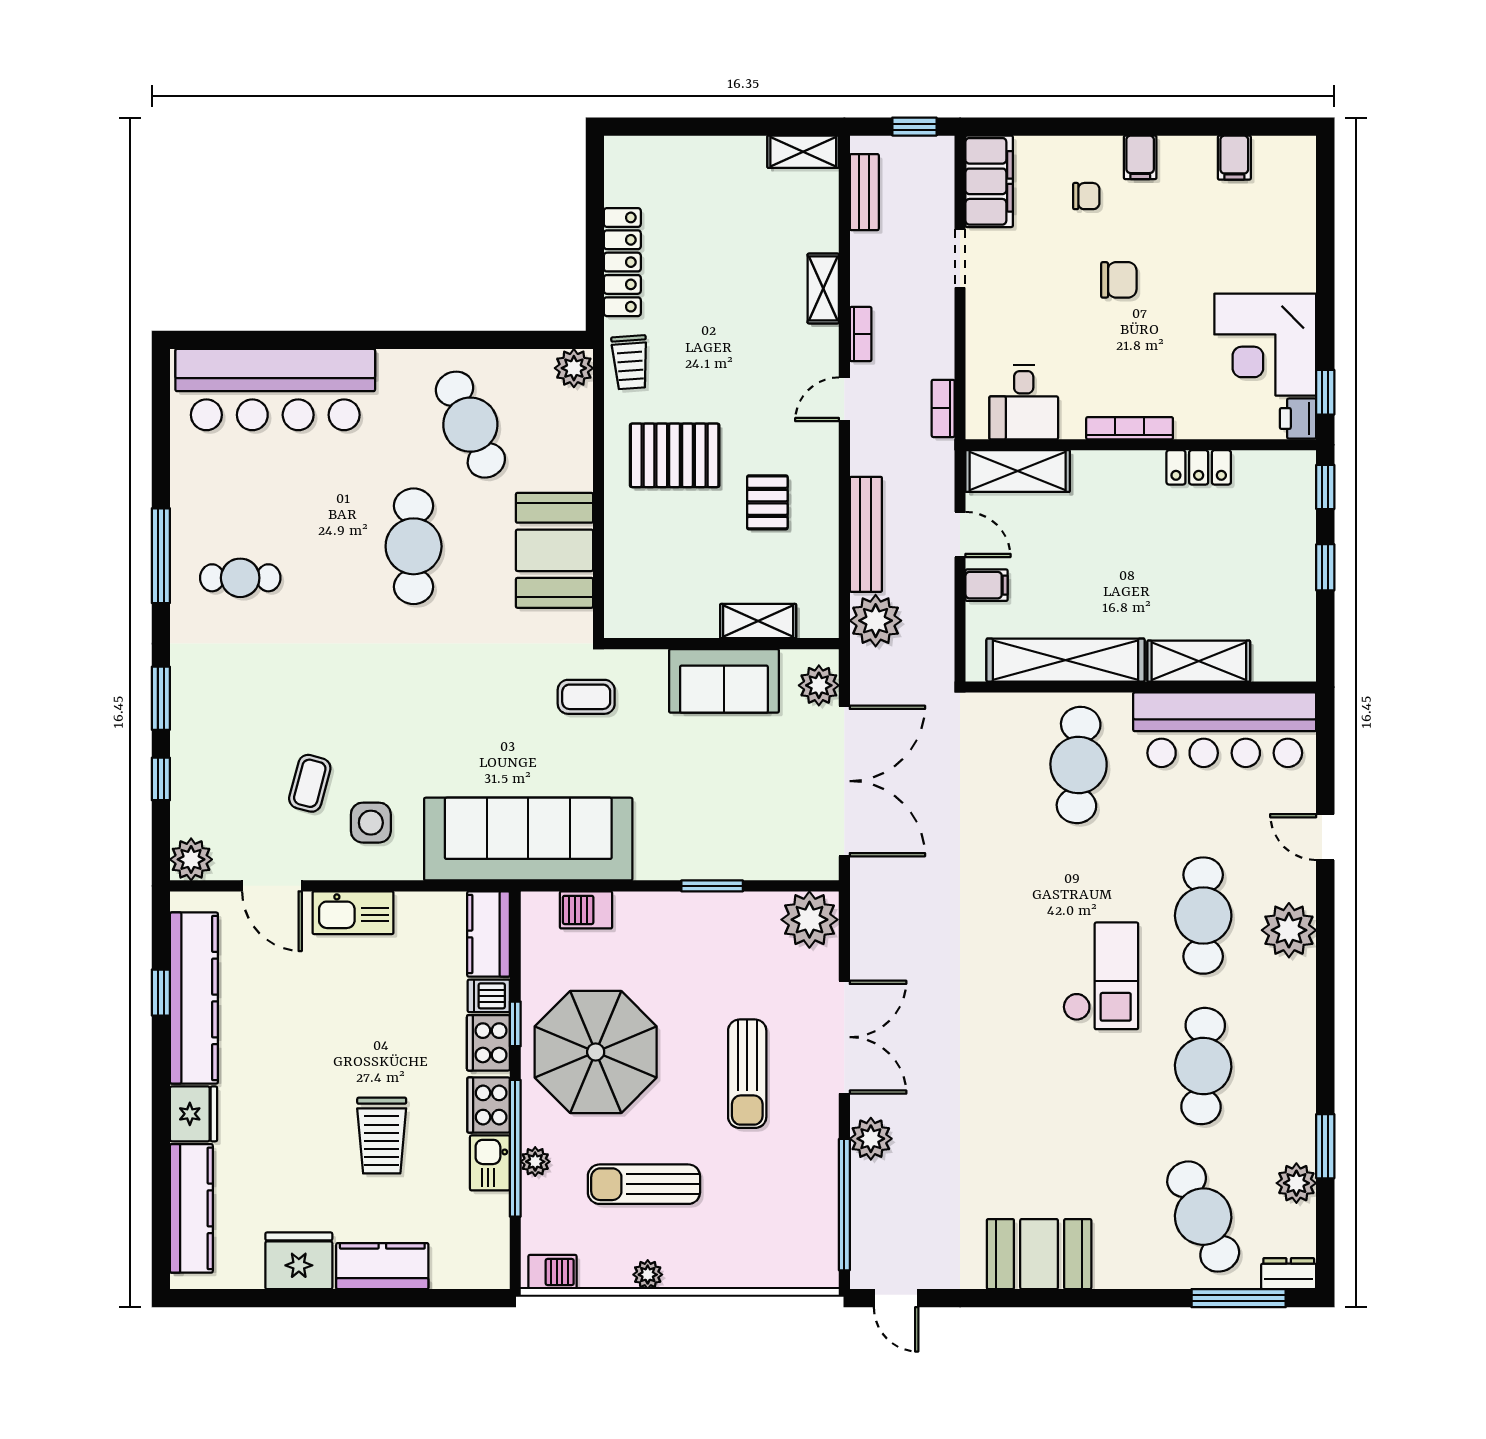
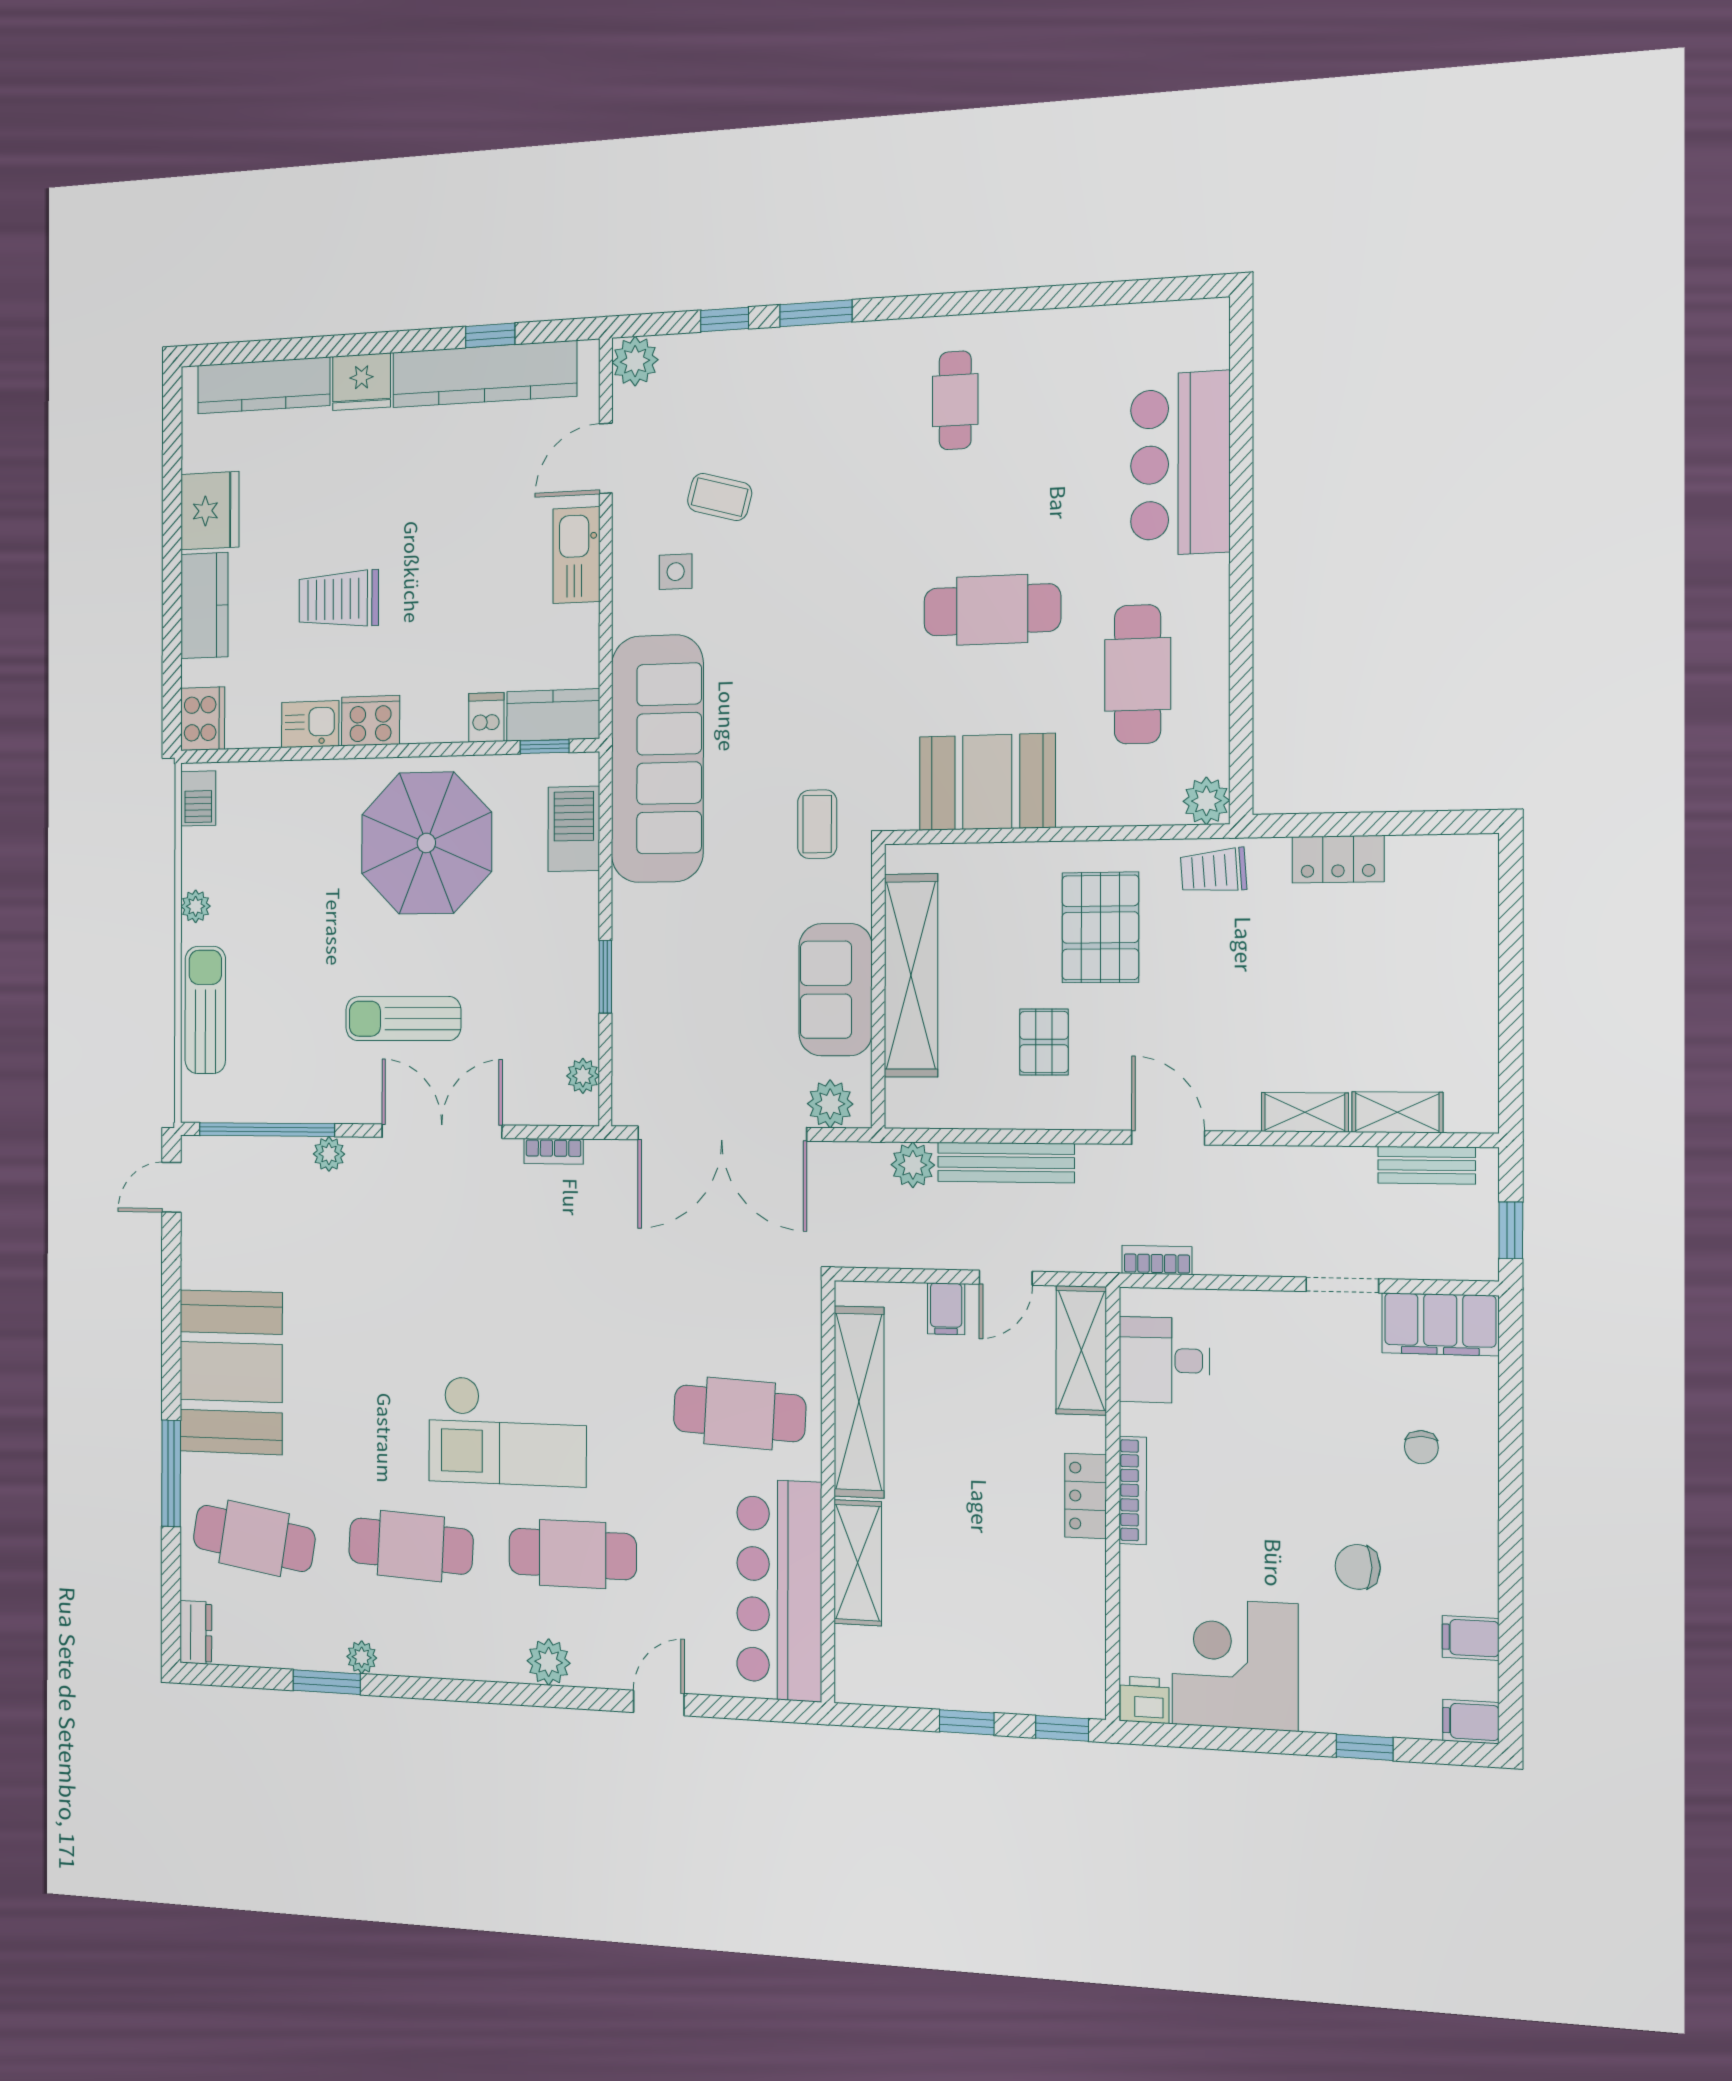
shelving: (803, 152) -> (1397, 1112), moved, turned 90
filing cabinet: (1140, 157) -> (1471, 1722), moved
locker: (622, 262) -> (1338, 859), width x0.66
chair: (1119, 280) -> (1358, 1567), moved, turned 90
bookcase: (861, 334) -> (553, 1151), moved
bar counter: (275, 390) -> (1180, 464), width x0.73
window: (1325, 392) -> (1364, 1747), moved
door: (844, 399) -> (1168, 1138), width x1.38
cafe table: (470, 425) -> (1138, 674), turned -66
locker: (1199, 467) -> (1086, 1496), moved
pallet: (767, 502) -> (1044, 1042), turned 90
window: (161, 556) -> (981, 302), removed
shelving: (758, 621) -> (911, 975), width x2.20, depth x1.33
plant: (876, 621) -> (913, 1165), width x0.73, depth x0.73
side table: (371, 823) -> (676, 572), width x0.73, depth x0.73
barbecue: (586, 910) -> (574, 829), width x1.38, depth x1.27
plant: (809, 920) -> (583, 1076), width x0.53, depth x0.53
plant: (1289, 930) -> (549, 1662), width x0.73, depth x0.73
checkout: (1101, 976) -> (507, 1431), width x1.36, depth x1.21
window: (515, 1024) -> (545, 747), moved
double door: (844, 1037) -> (442, 1131), swing flipped
cooker: (488, 1043) -> (203, 719), moved, turned 90
plant: (871, 1139) -> (329, 1154), width x0.73, depth x0.73
window: (515, 1148) -> (325, 753), removed
plant: (535, 1162) -> (312, 776), removed
plant: (1296, 1183) -> (362, 1657), moved, width x0.73, depth x0.73
sun lounger: (644, 1184) -> (205, 1010), moved
cafe table: (1203, 1217) -> (254, 1538), turned 33
booth: (1039, 1254) -> (231, 1372), width x1.36, depth x1.42
window: (1239, 1298) -> (171, 1473), moved

